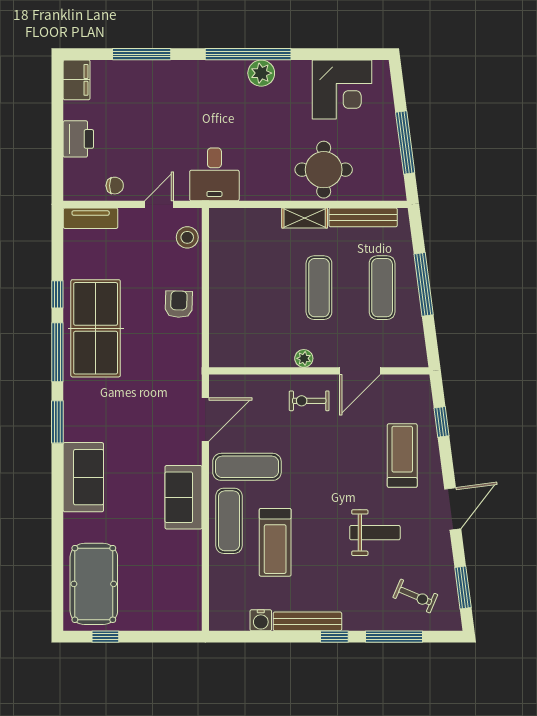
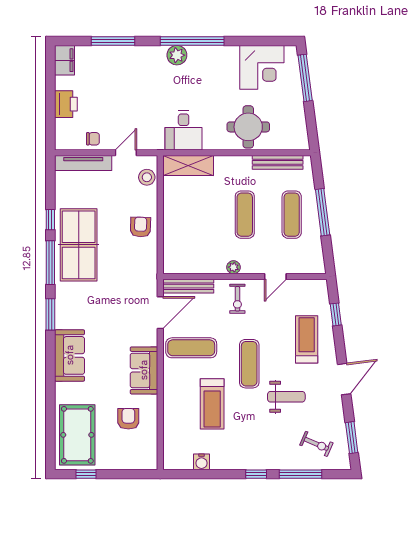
plant: (261, 73) -> (177, 55), moved
window: (405, 143) -> (305, 78), moved
desk: (214, 174) -> (184, 130), moved
tv unit: (91, 218) -> (83, 163), width x1.41
shelving: (305, 218) -> (188, 165), moved, width x1.50, depth x1.33
door: (360, 371) -> (275, 276), width x0.73
exercise bike: (309, 401) -> (237, 299), turned -90
exercise mat: (229, 521) -> (249, 364), moved
armchair: (162, 562) -> (128, 419), added
bench: (307, 621) -> (188, 286), moved

